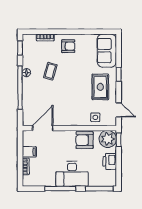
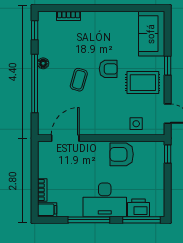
armchair: (68, 46) -> (108, 69), moved
coffee table: (50, 71) -> (79, 80), moved
rug: (100, 87) -> (143, 83), turned 90
plant: (108, 139) -> (153, 153), removed
filing cabinet: (29, 152) -> (47, 210), moved
printer: (110, 161) -> (138, 208), moved, turned 90

